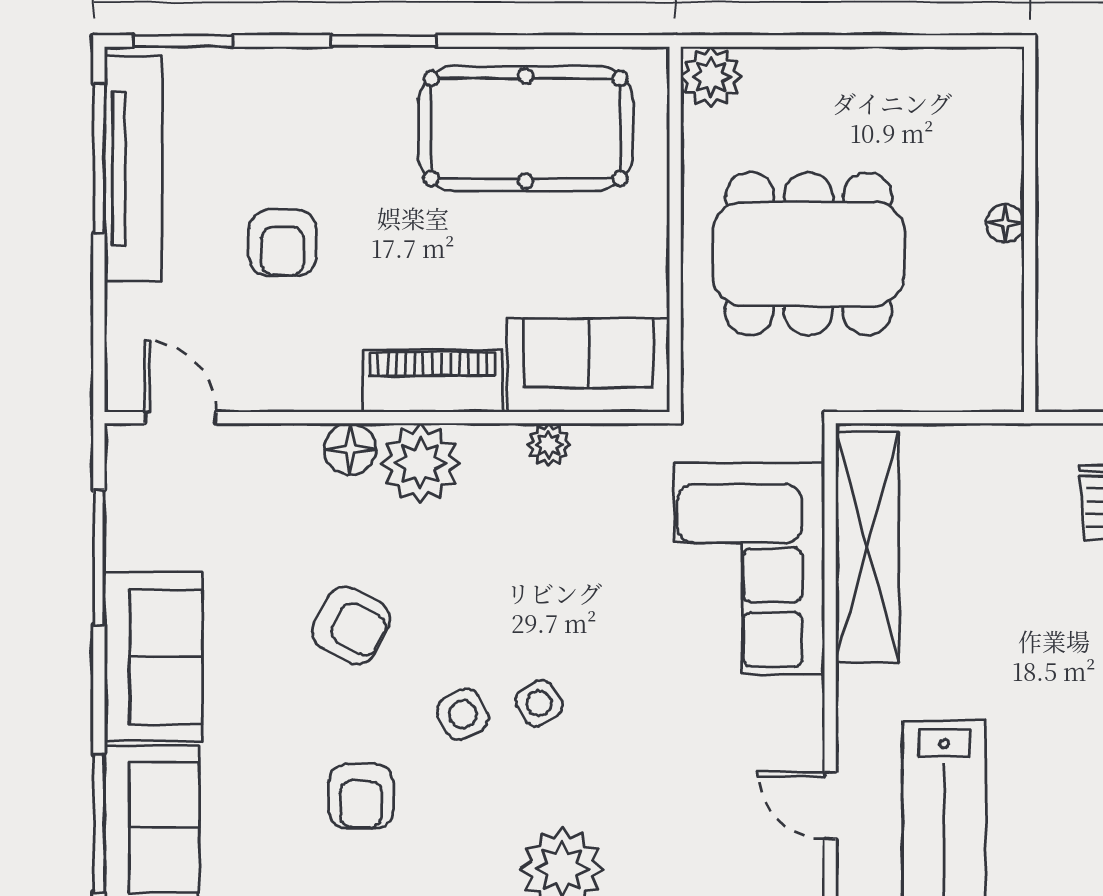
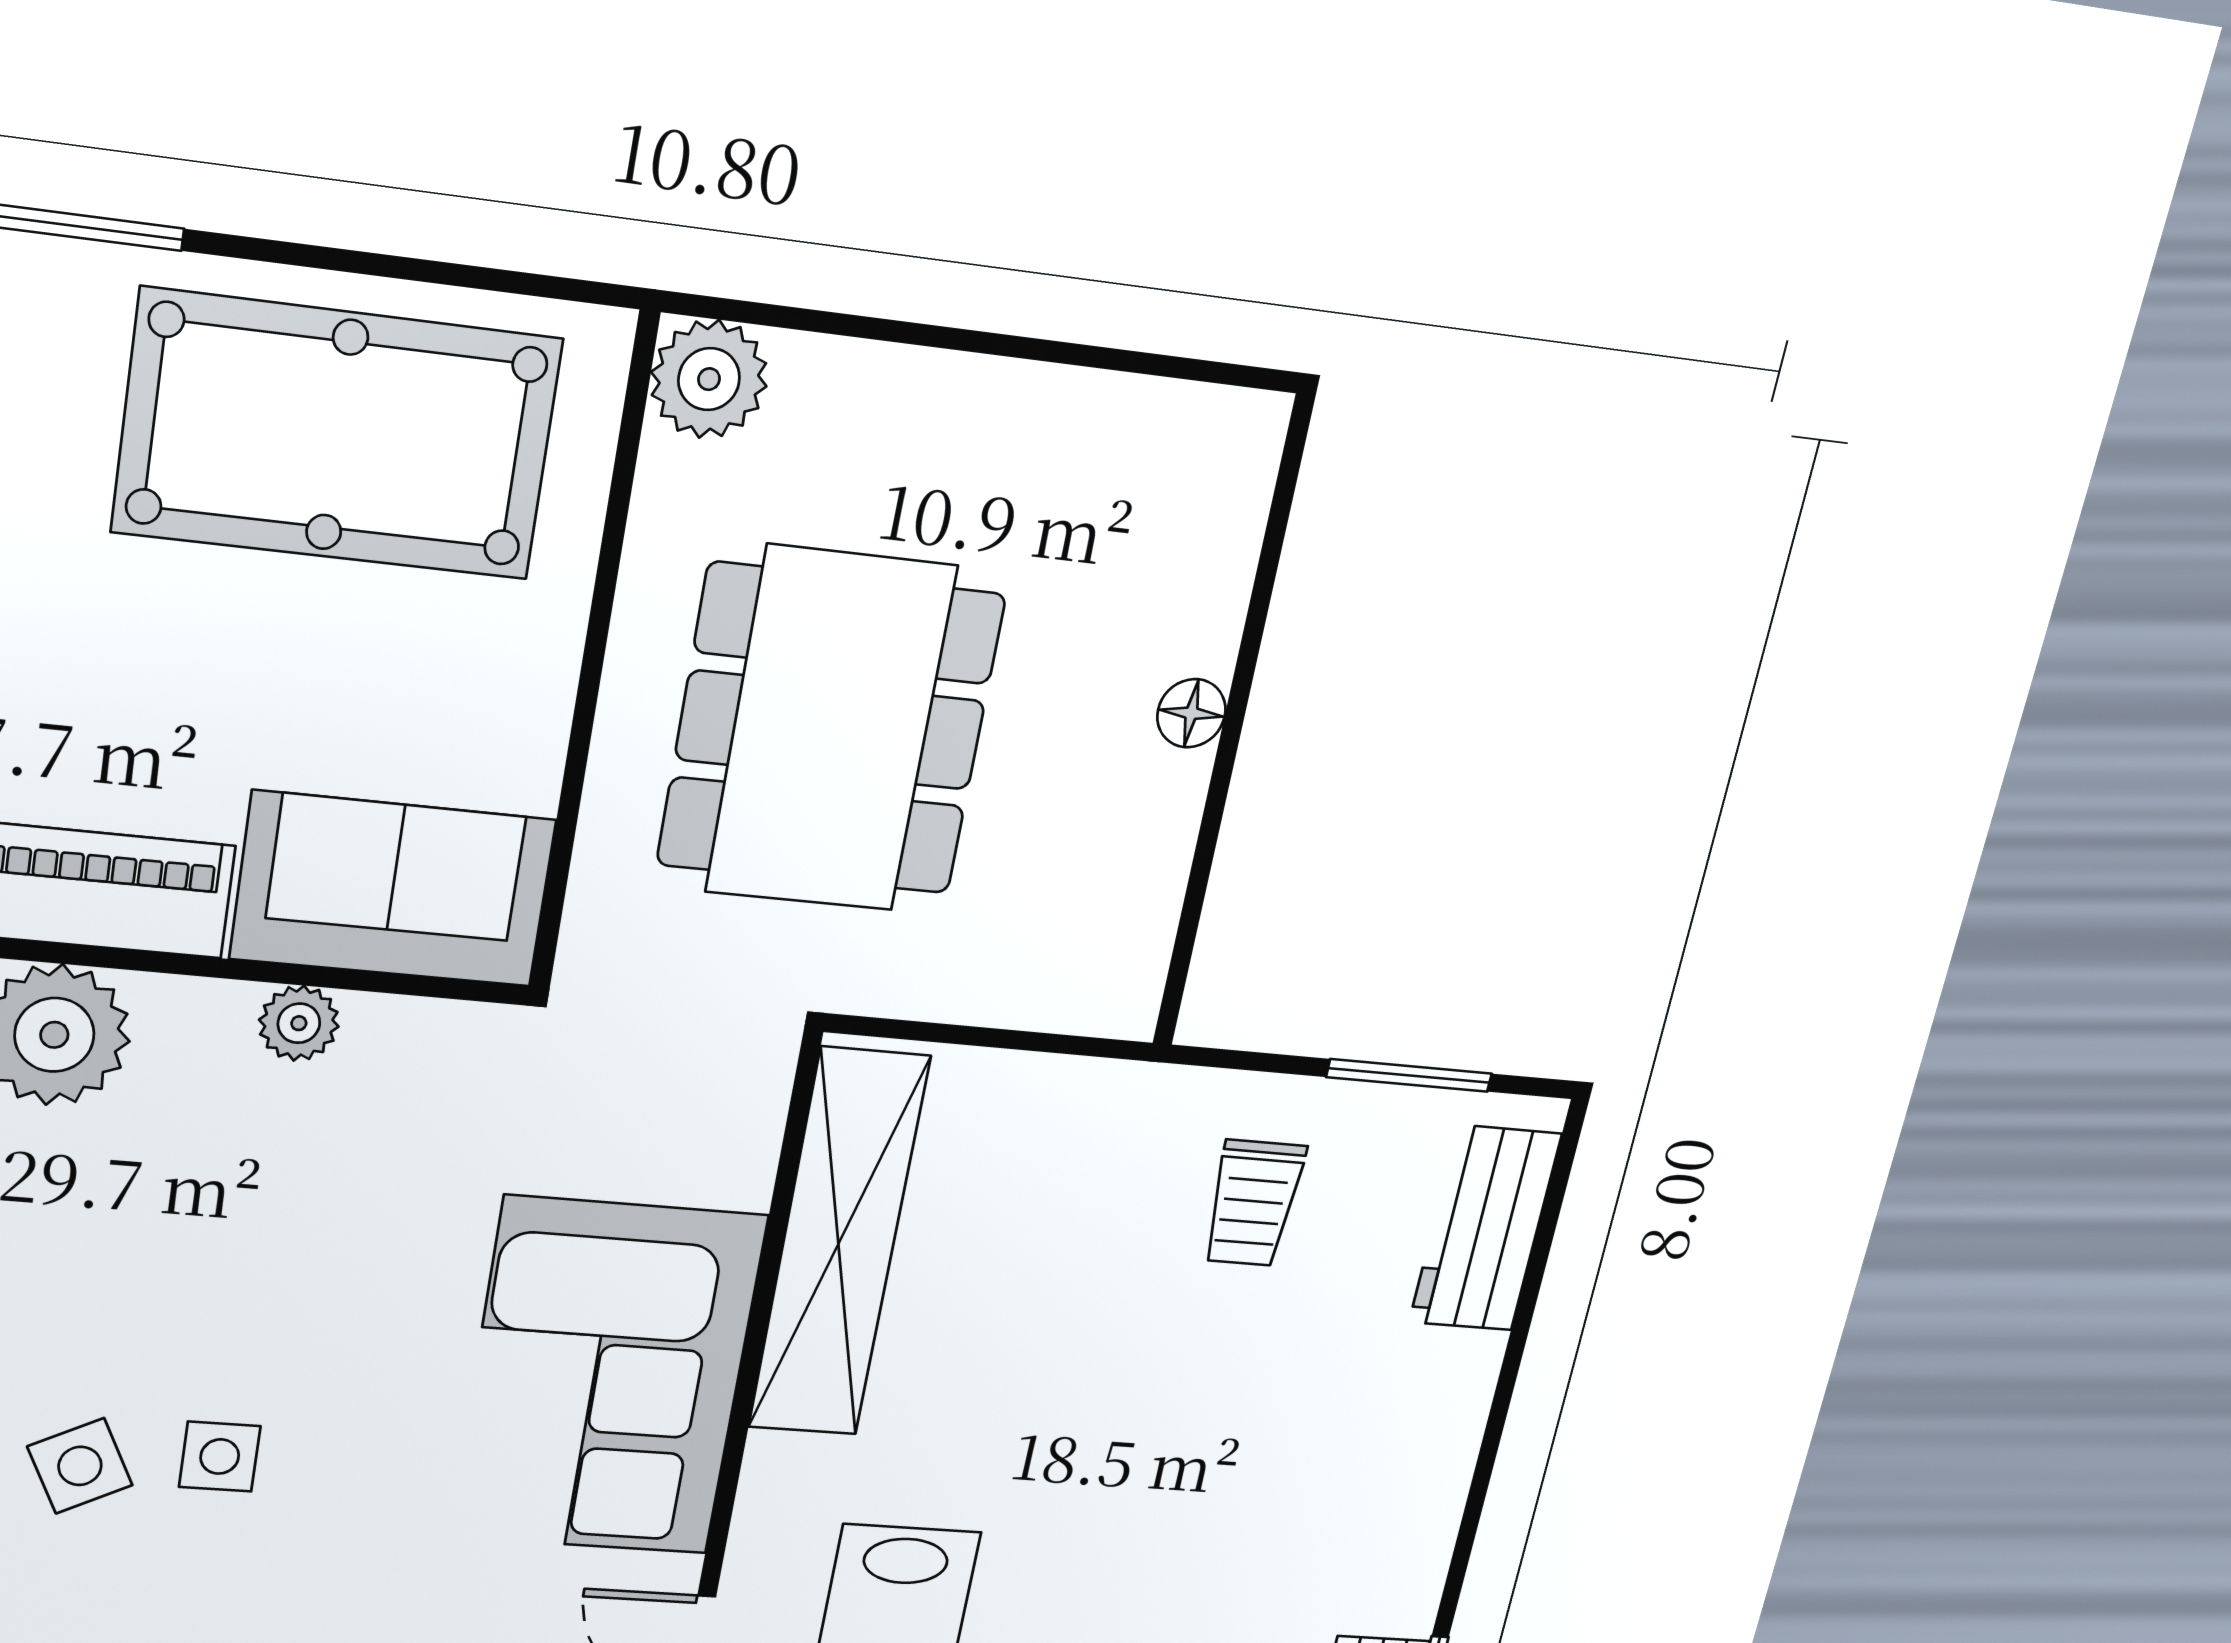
dining table: (808, 254) -> (830, 730), turned 90
corner sofa: (749, 568) -> (607, 1378), moved
side table: (539, 703) -> (220, 1457), turned 33

